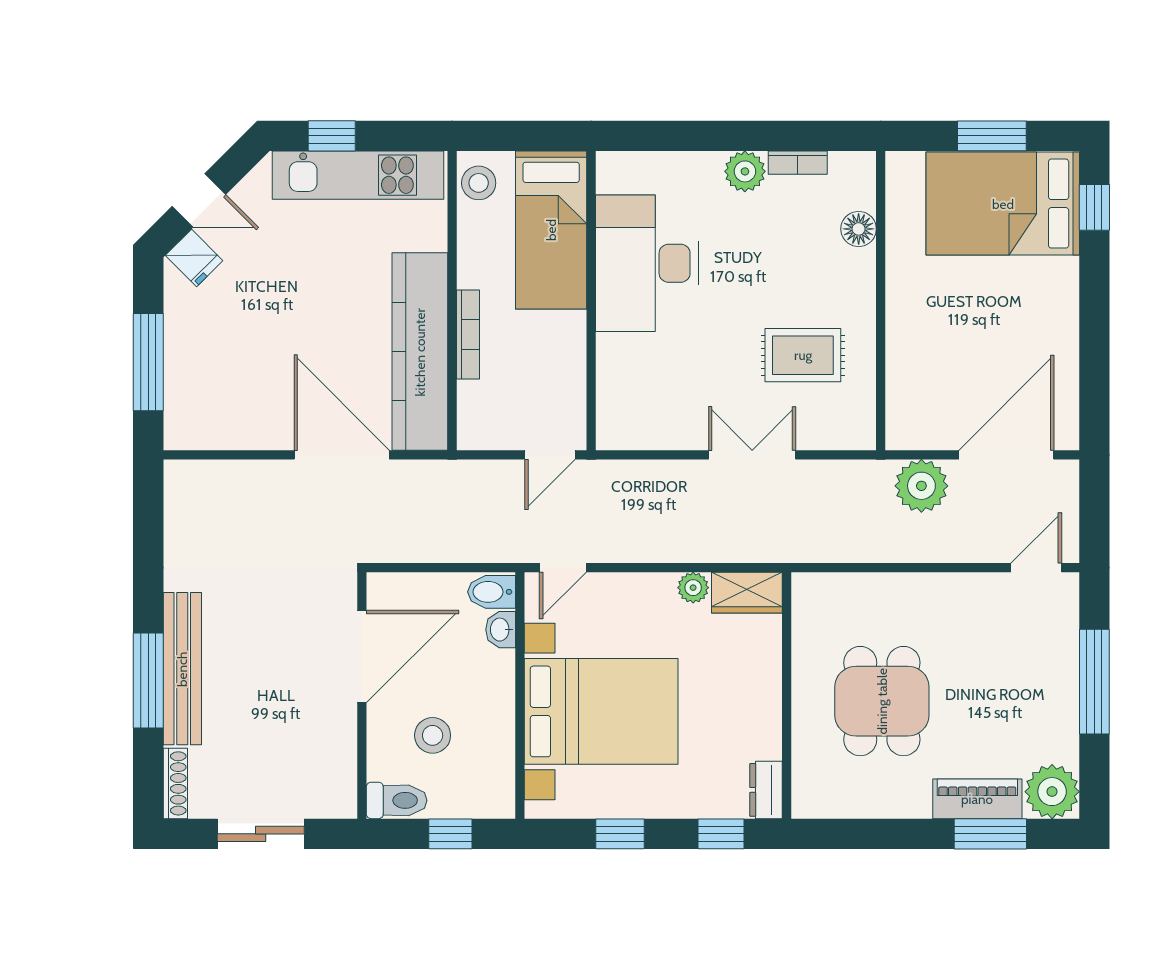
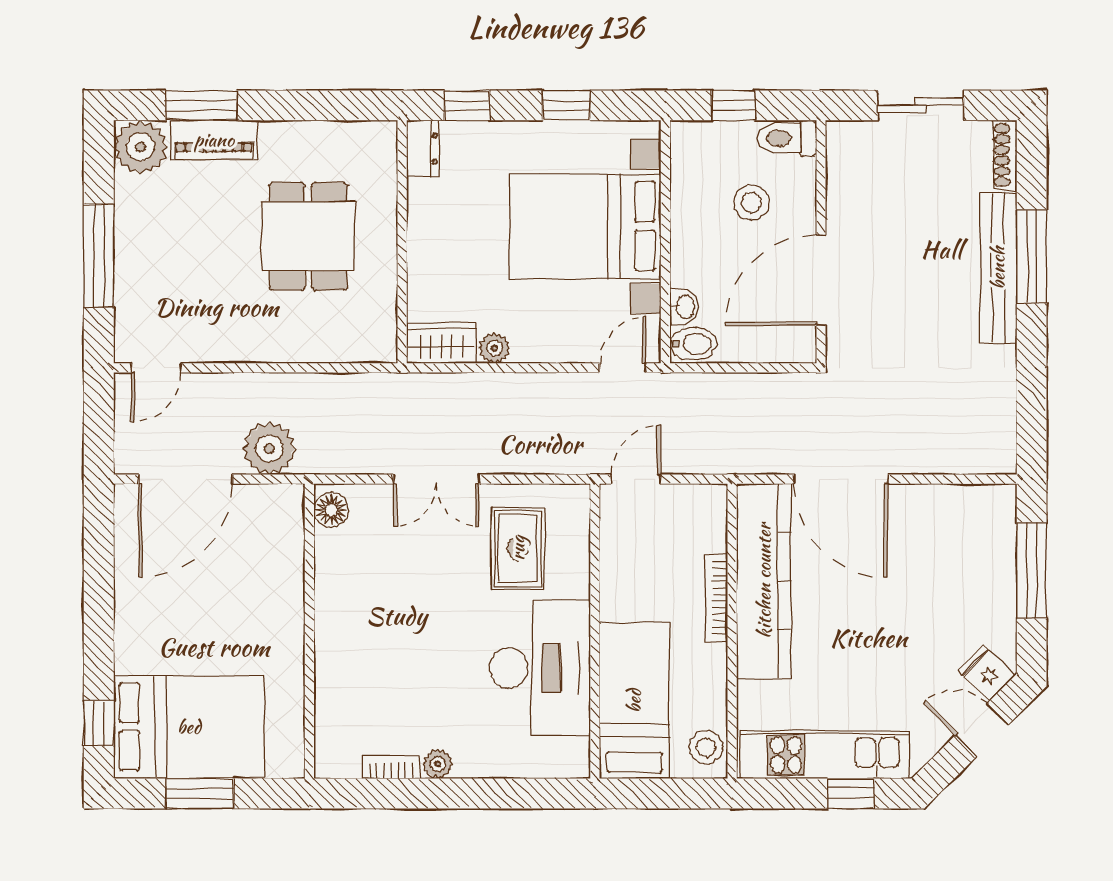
plant: (745, 171) -> (438, 764), width x0.73, depth x0.73
floor lamp: (859, 229) -> (331, 510), moved
rug: (803, 355) -> (518, 548), moved, turned 90

